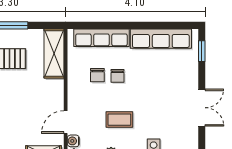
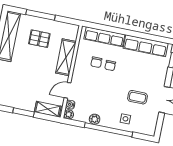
shelving: (54, 53) -> (66, 57), moved
coffee table: (119, 120) -> (138, 97), moved

